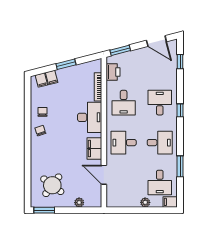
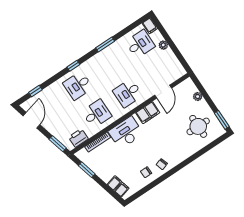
window: (66, 64) -> (87, 170), moved
desk: (124, 143) -> (128, 93), turned 90
desk: (160, 143) -> (109, 65), removed
window: (180, 166) -> (105, 45), moved
round table: (52, 185) -> (198, 126), turned -37

